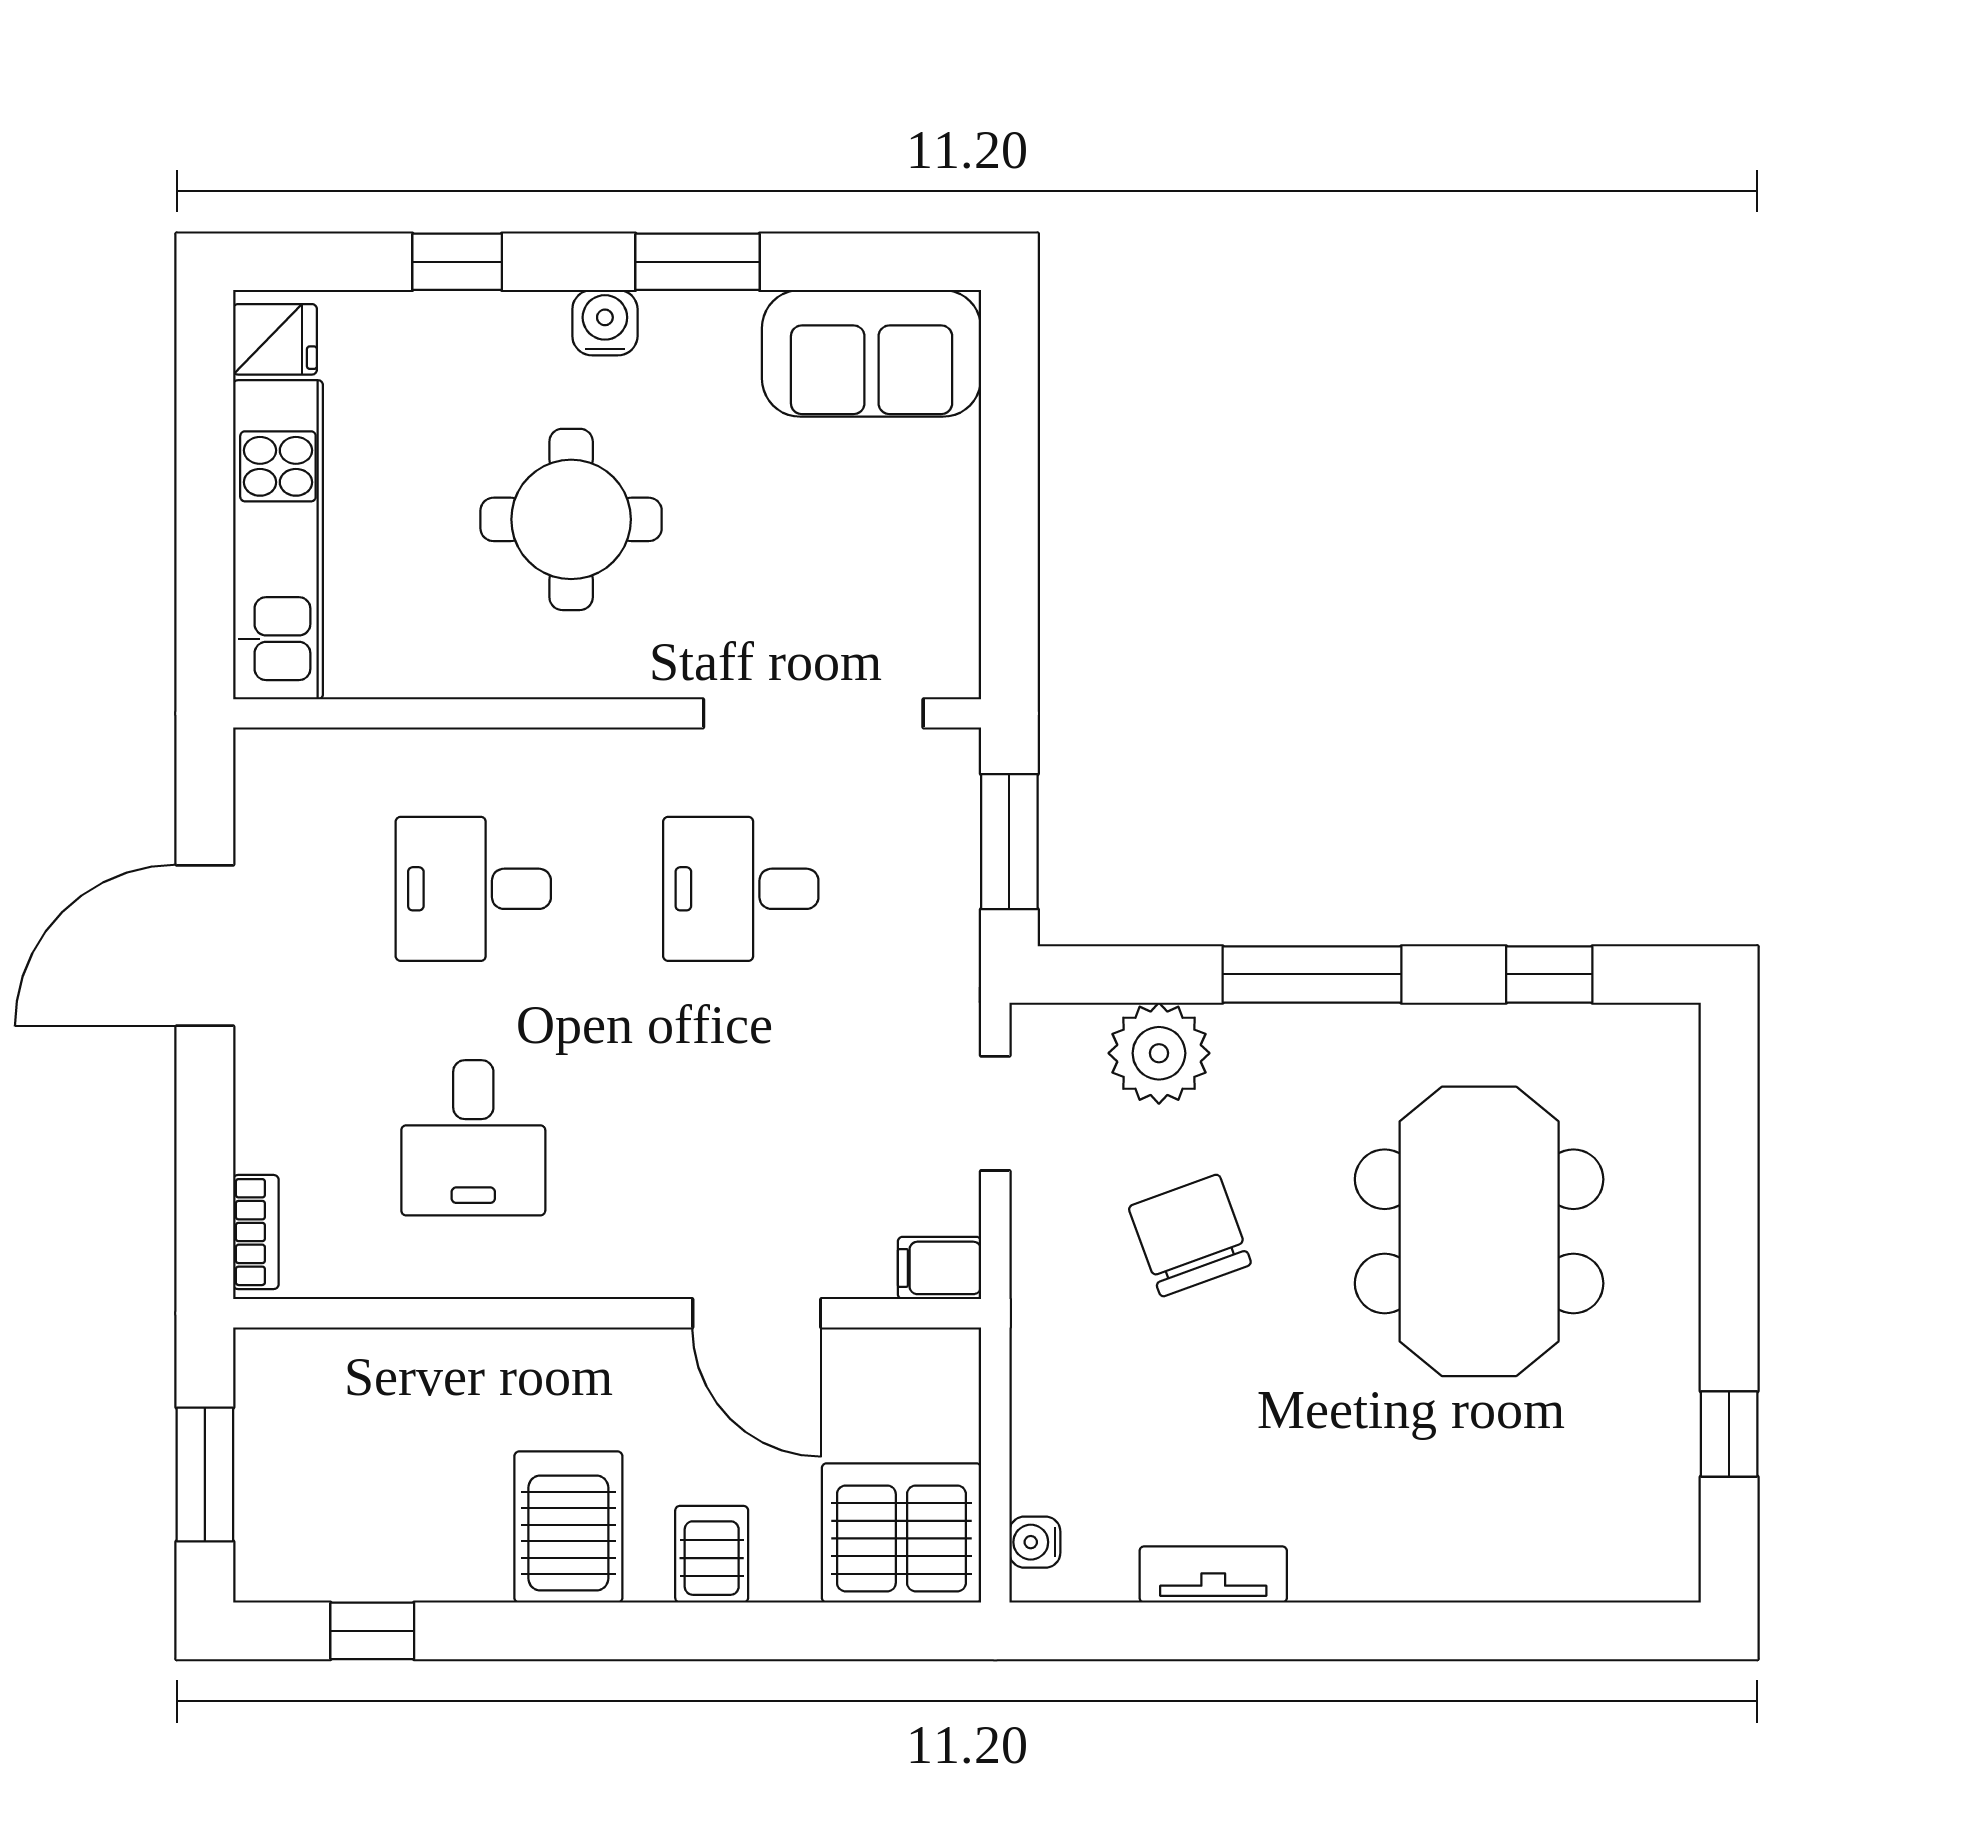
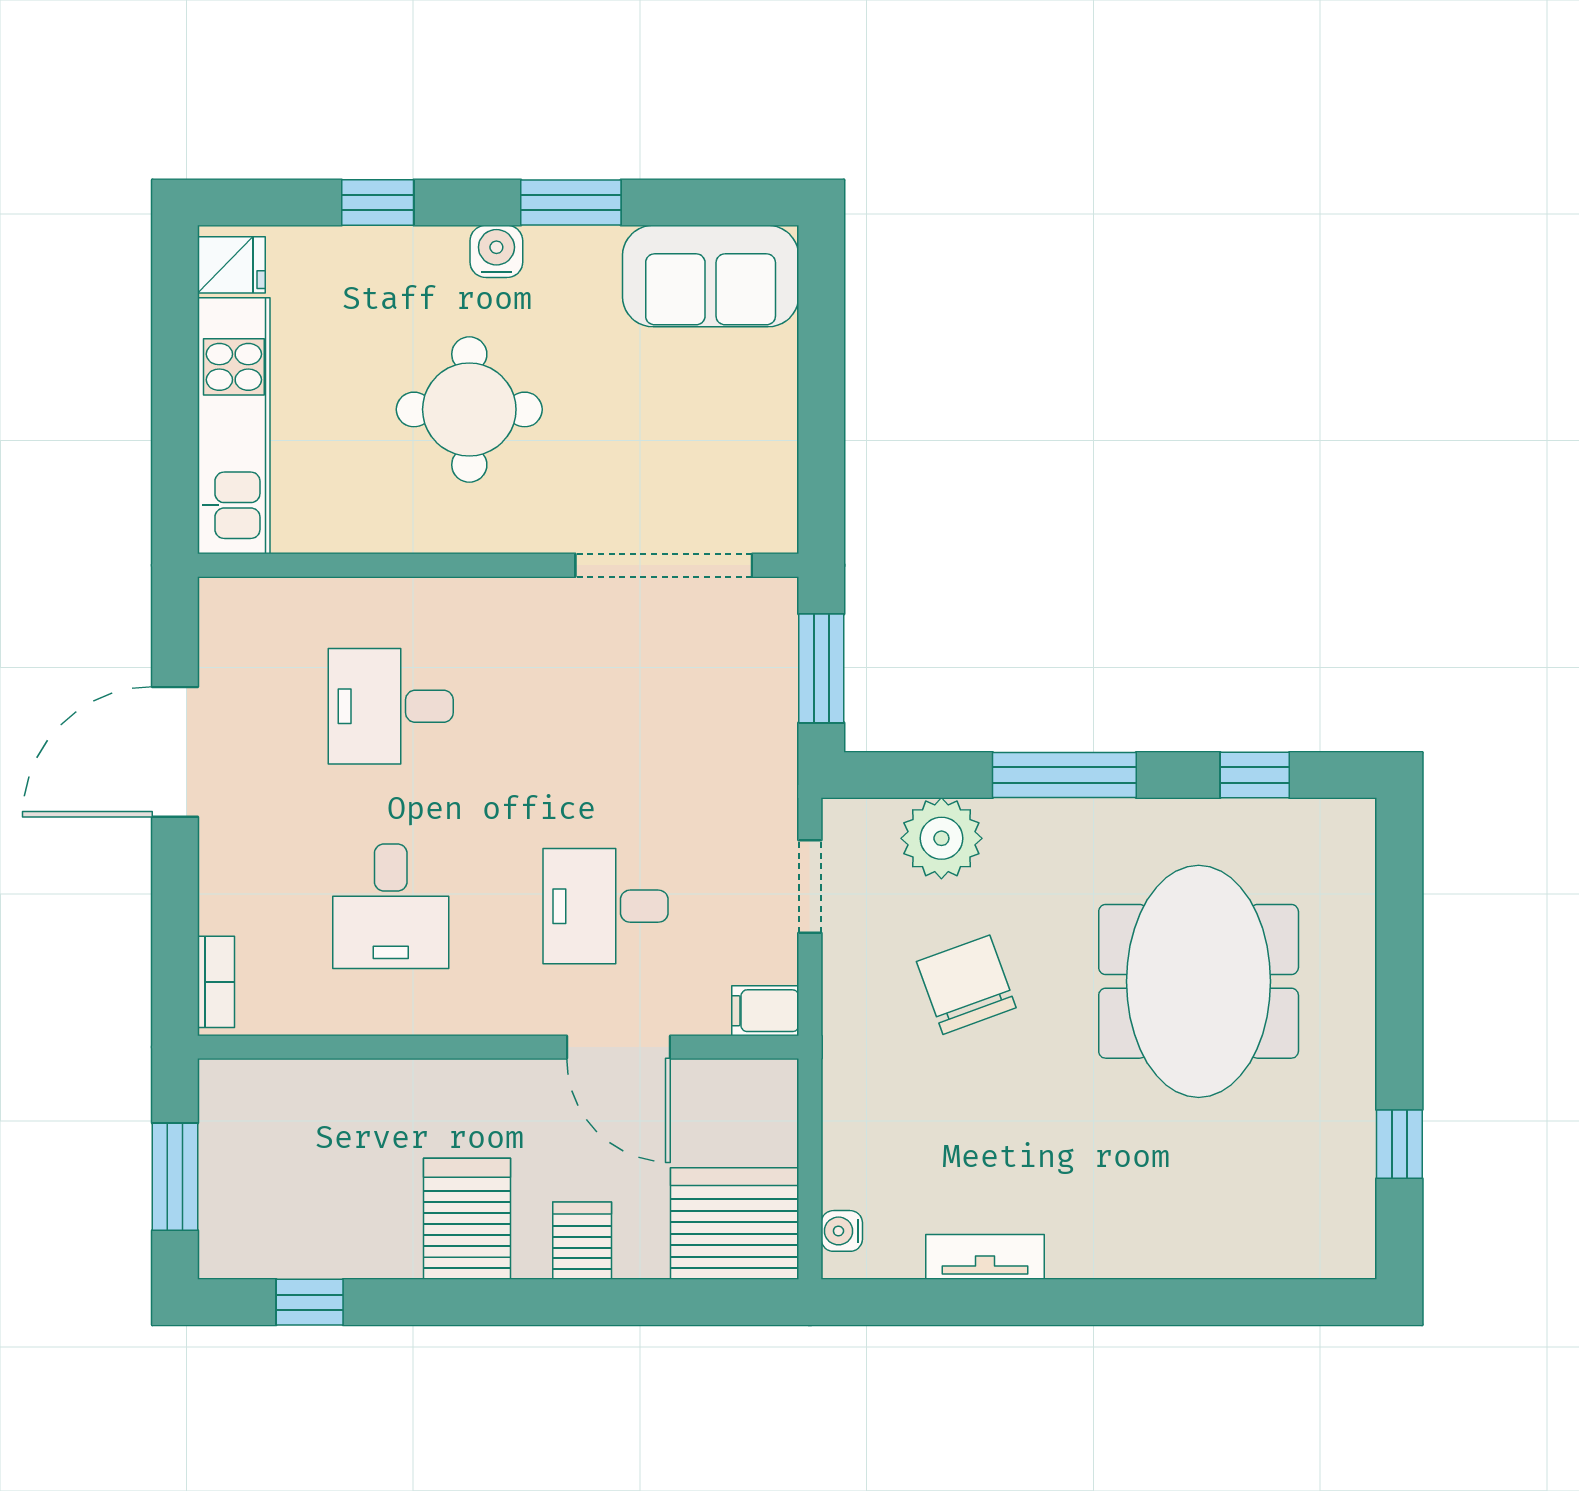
desk: (741, 889) -> (606, 906), moved

